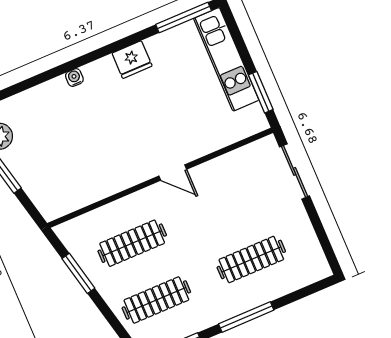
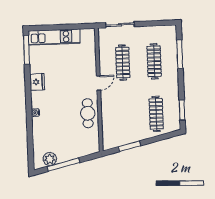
window: (261, 92) -> (76, 26), removed
cafe table: (110, 174) -> (88, 113), added
clothes rail: (132, 243) -> (123, 63), moved
window: (246, 317) -> (180, 54), moved

